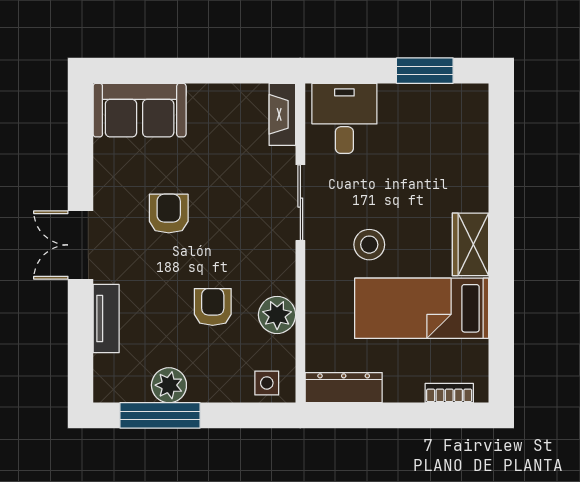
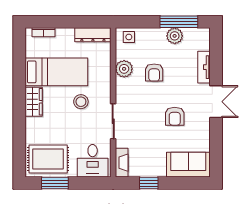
window: (224, 71) -> (149, 183), added
rug: (439, 122) -> (48, 159), added

